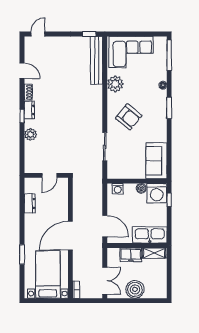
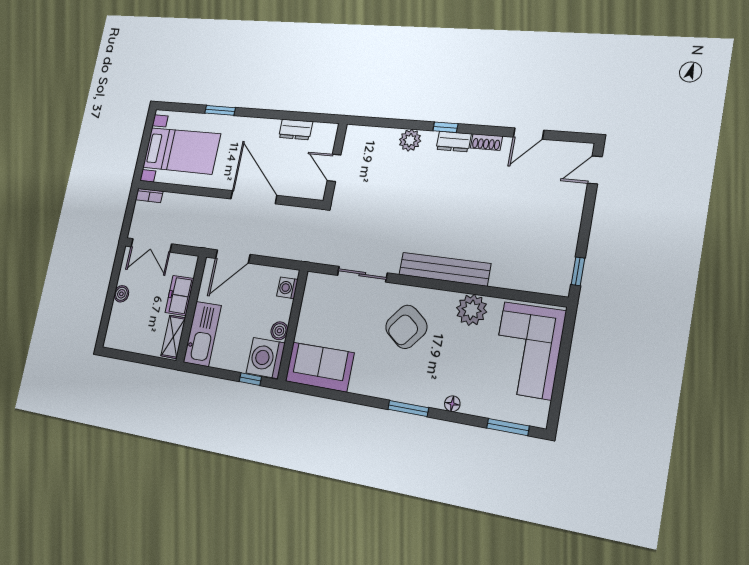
door: (38, 34) -> (595, 170), swing flipped
window: (169, 55) -> (508, 427), width x0.69
bench: (97, 60) -> (444, 269), moved
door: (70, 236) -> (254, 197), moved
boiler: (135, 289) -> (121, 294), width x0.54, depth x0.54

